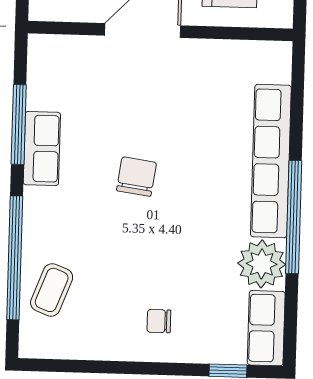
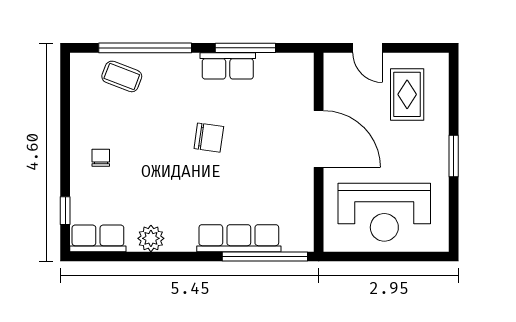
row of seats: (271, 161) -> (239, 238), width x0.73
window: (294, 217) -> (265, 257), moved
plant: (262, 264) -> (151, 238), width x0.73, depth x0.73

